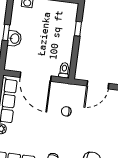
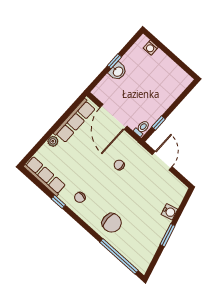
window: (78, 29) -> (158, 123), moved
door: (98, 85) -> (162, 161), swing flipped

